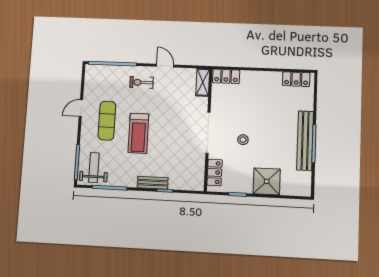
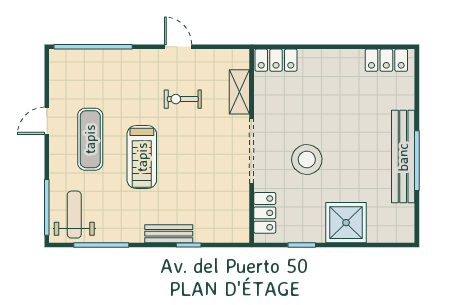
exercise bike: (142, 82) -> (183, 99), moved
shelving: (203, 82) -> (239, 92), moved
stool: (243, 140) -> (307, 159), width x1.89, depth x1.89

